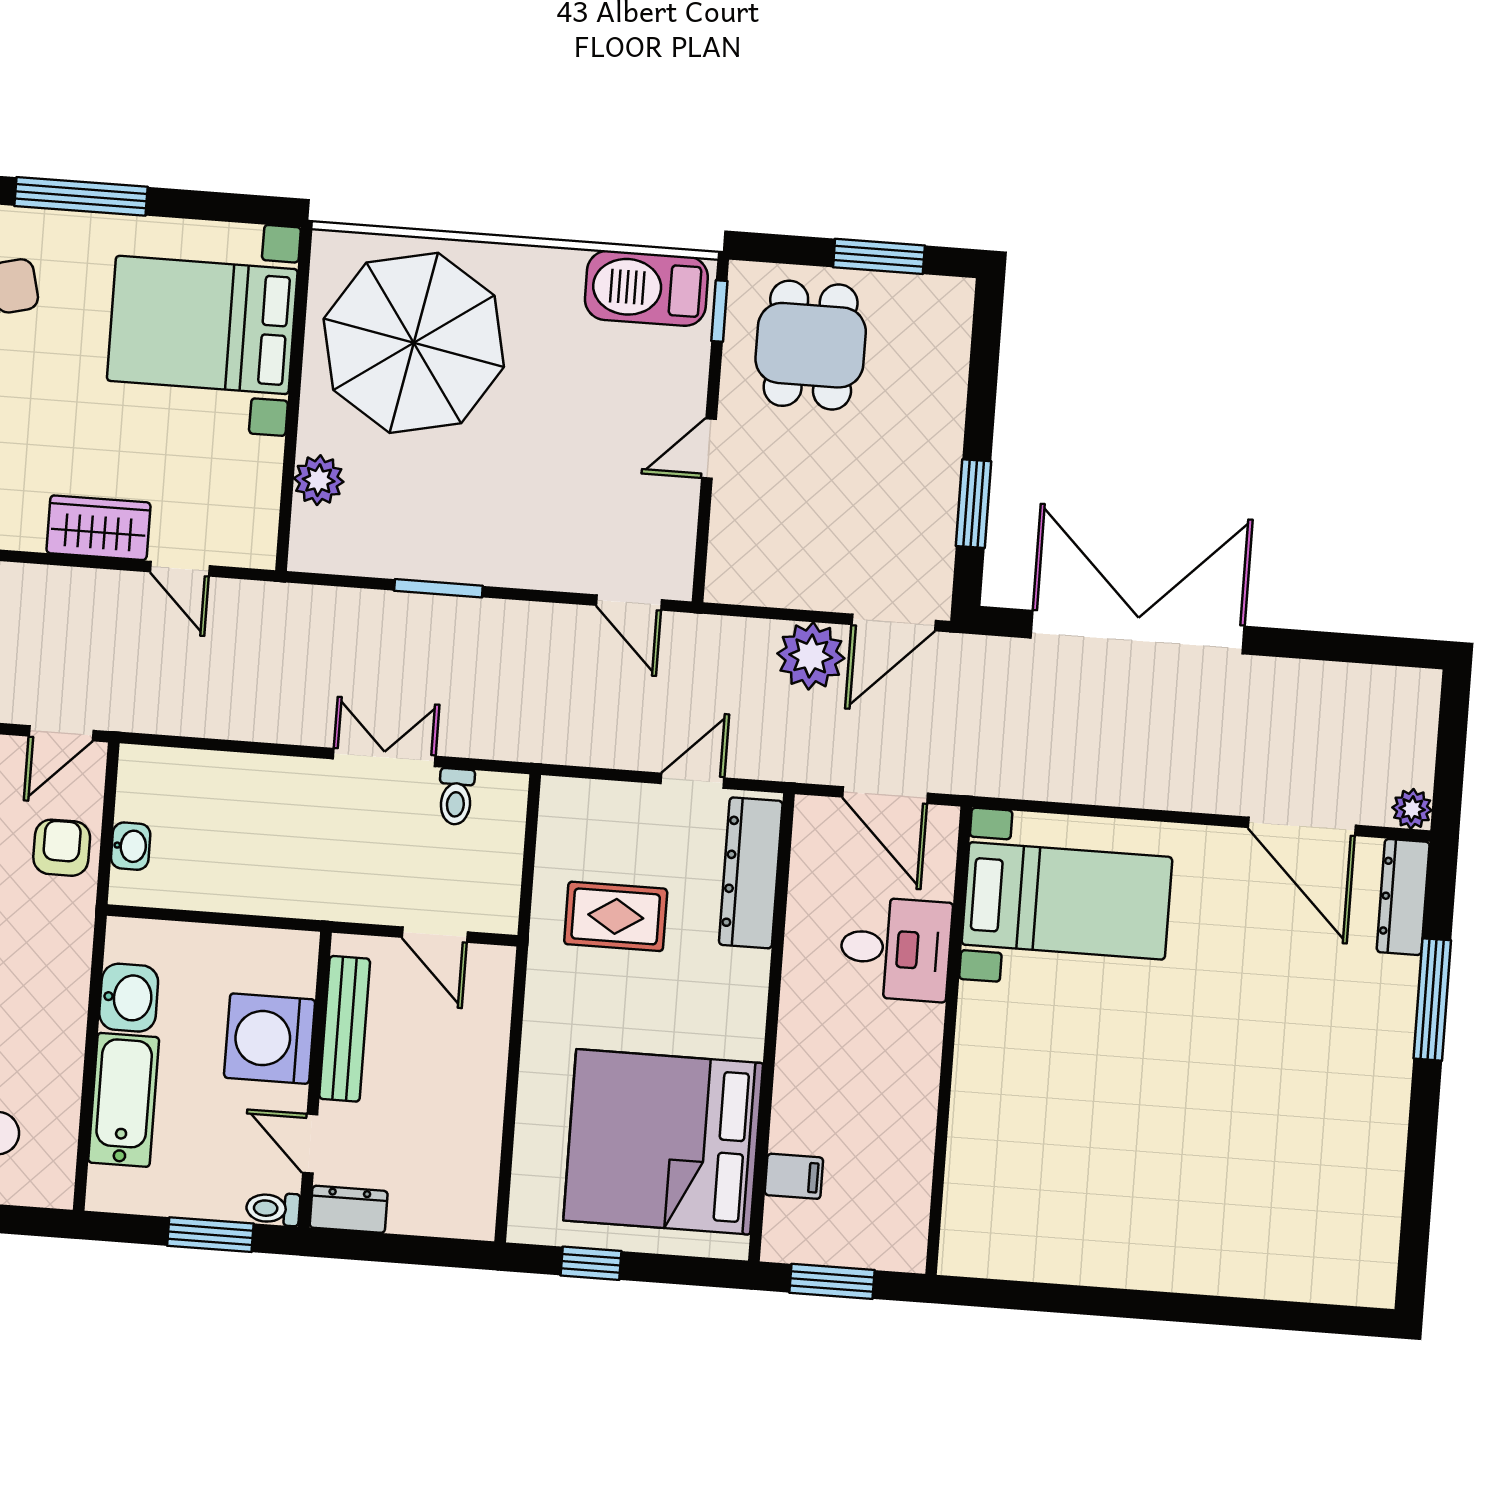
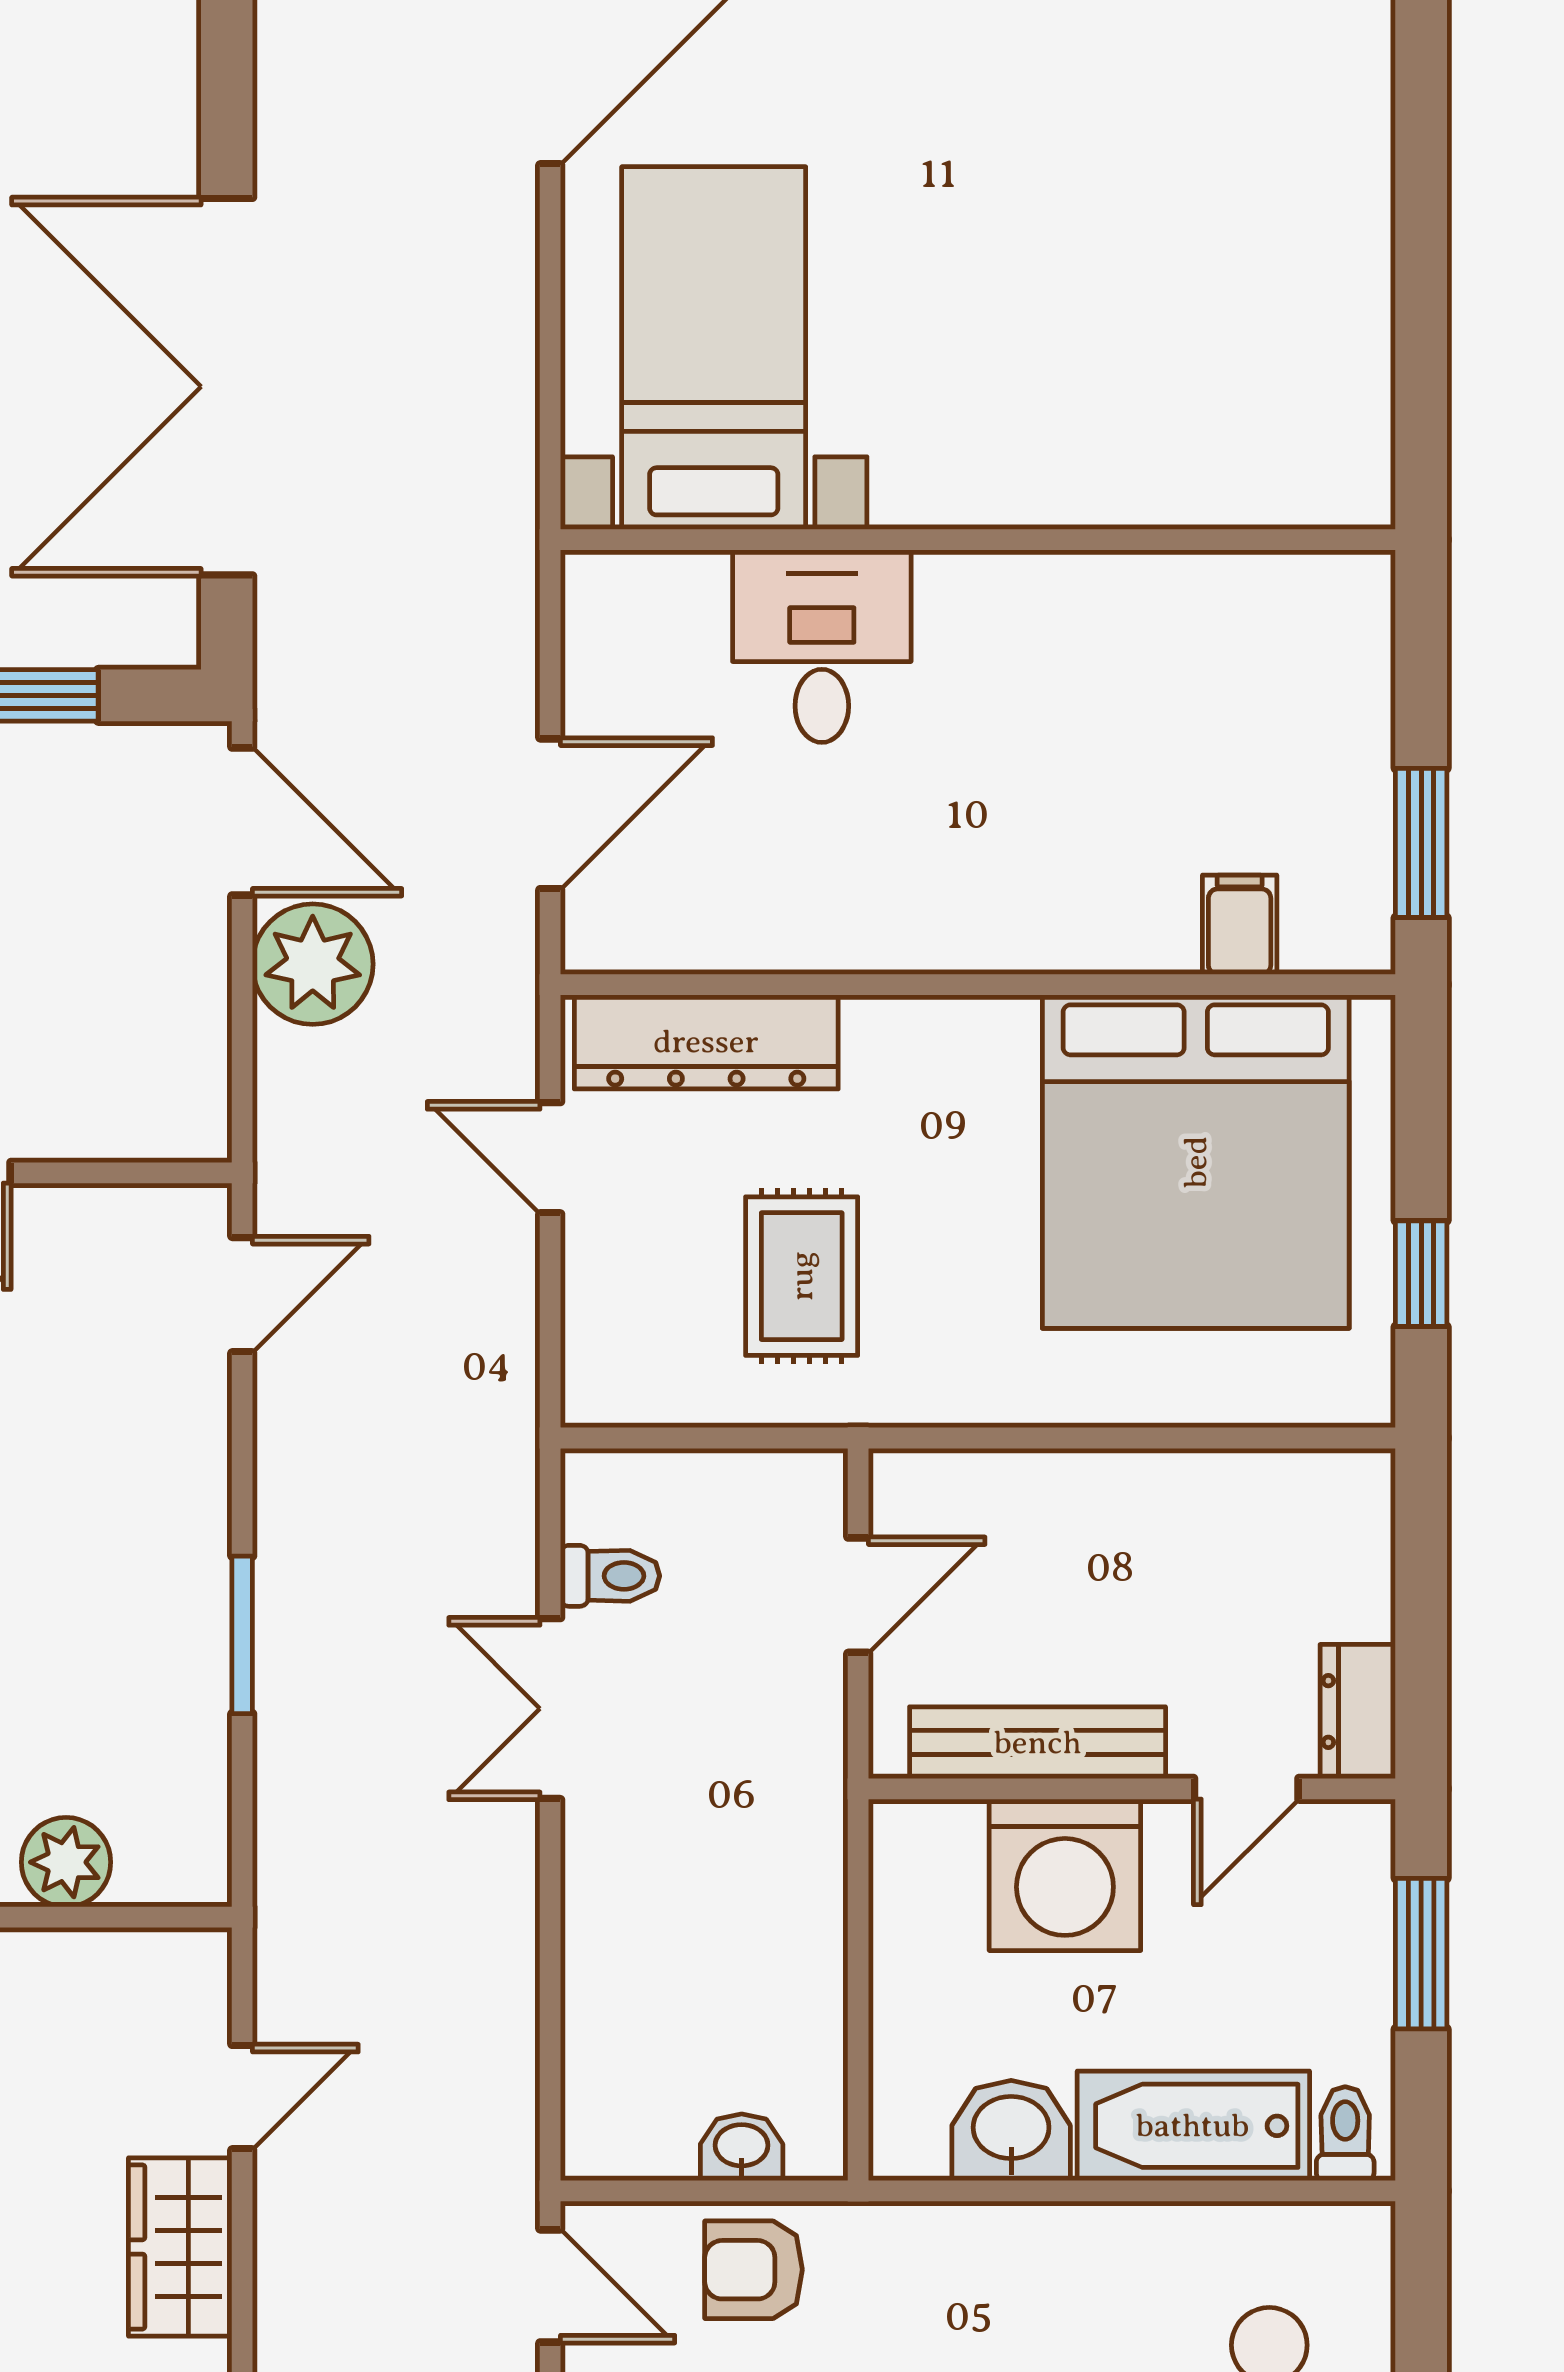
bed with nightstands: (1067, 901) -> (714, 348), moved
desk: (896, 949) -> (822, 646), moved
wall: (949, 1041) -> (978, 540), moved
toilet: (273, 1209) -> (1345, 2134), moved, turned 180

